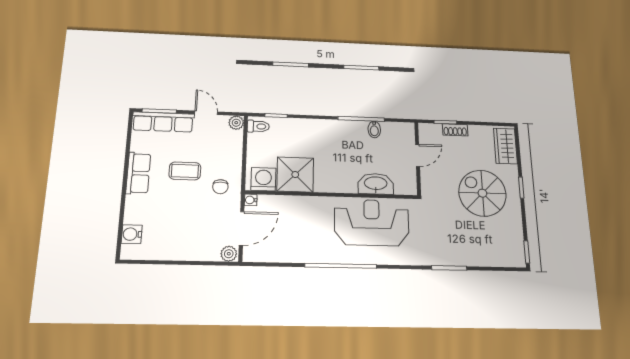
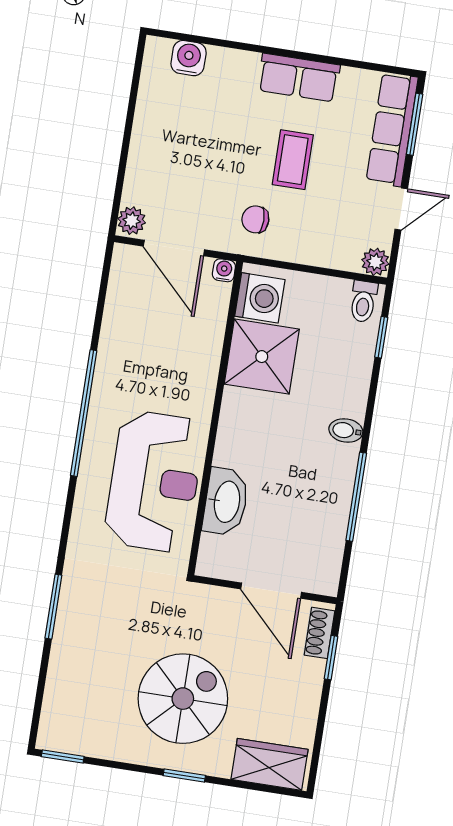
bidet: (374, 129) -> (346, 430), moved
shoe rack: (455, 130) -> (320, 633), moved
door: (418, 155) -> (271, 591), width x1.38

